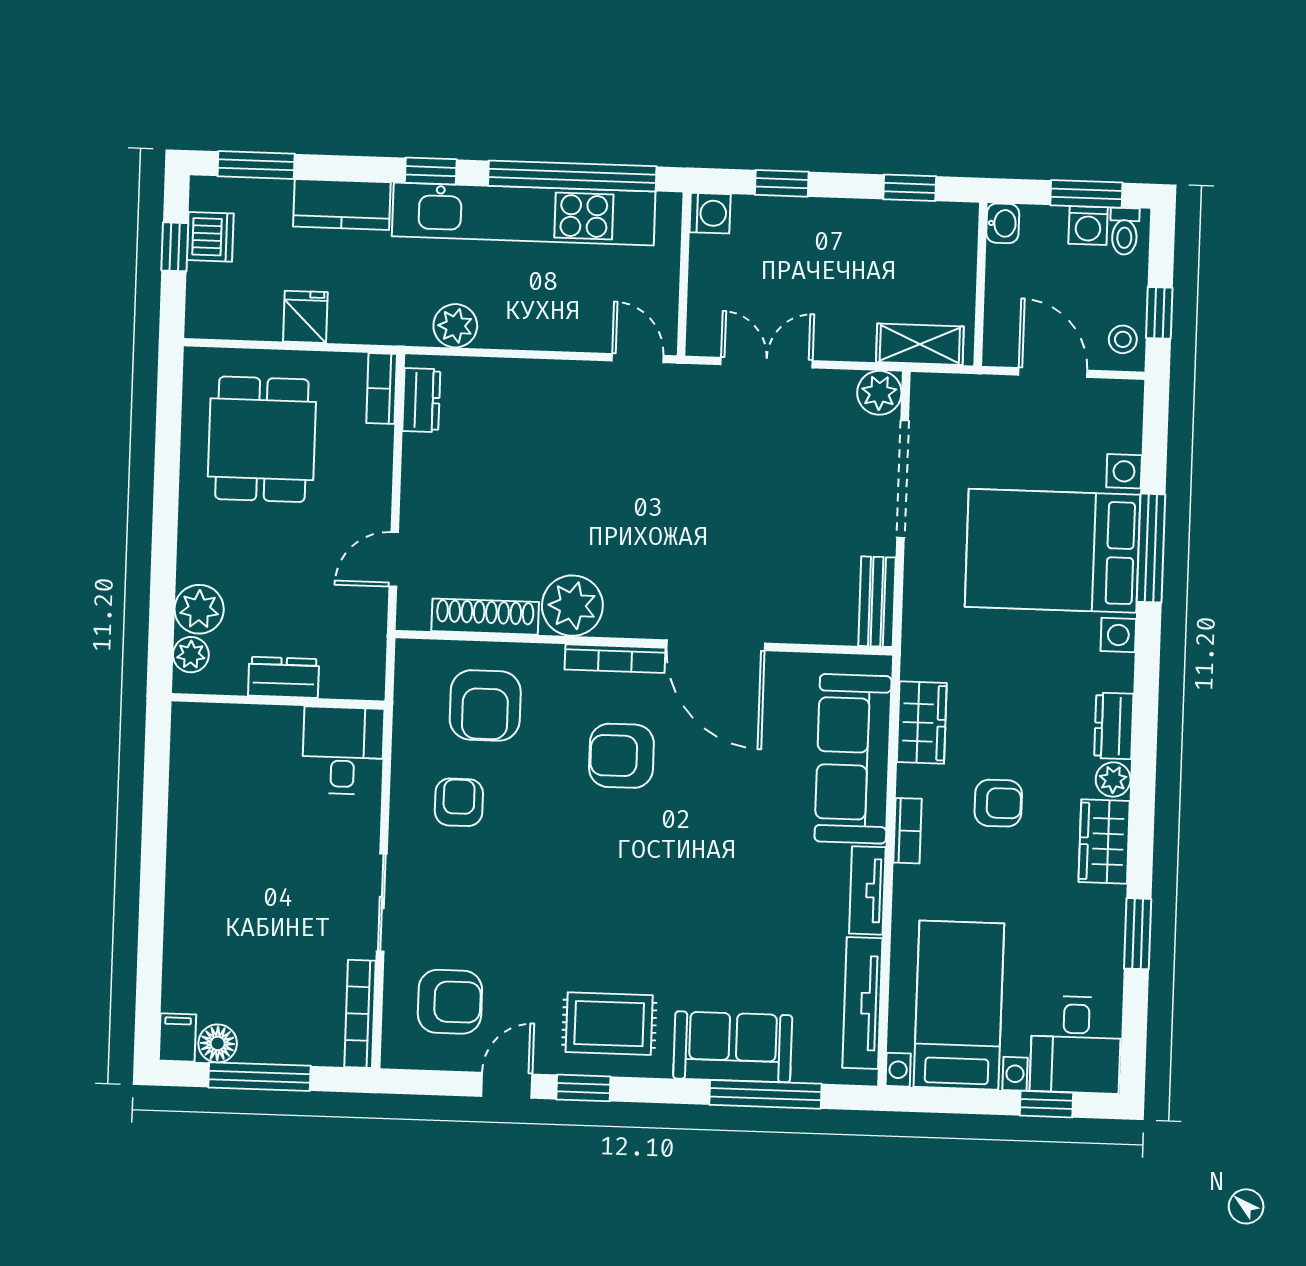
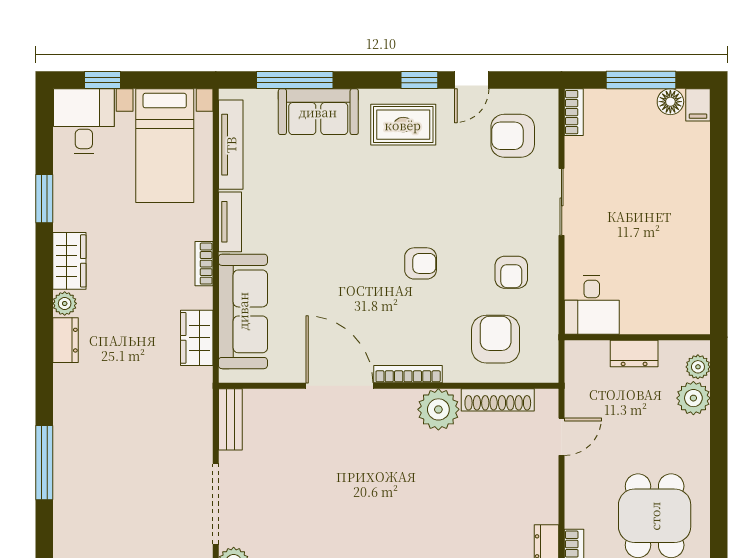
bed with nightstands: (1053, 551) -> (111, 458), removed
armchair: (621, 756) -> (421, 263), moved, width x0.72, depth x0.72
armchair: (998, 803) -> (143, 285), removed
bookcase: (360, 1014) -> (574, 112), width x0.64

